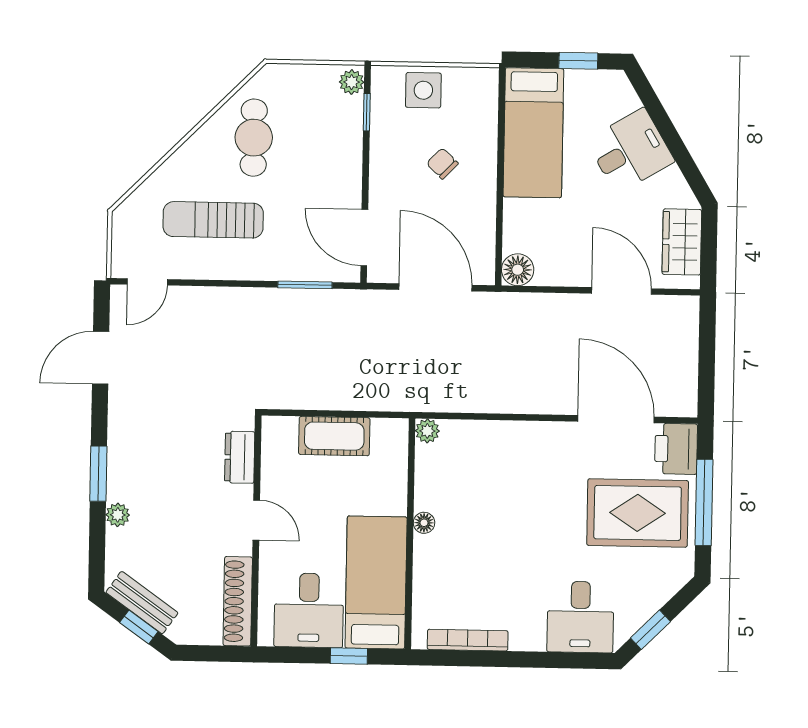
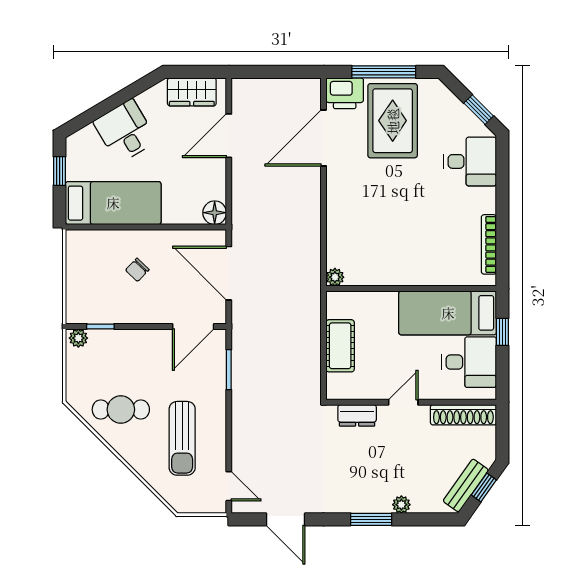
side table: (423, 90) -> (83, 285), removed
door: (435, 287) -> (229, 273), hinge flipped
floor lamp: (424, 523) -> (403, 278), removed

